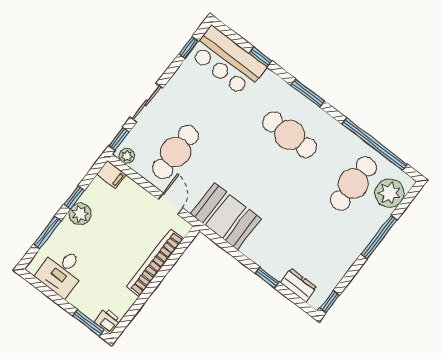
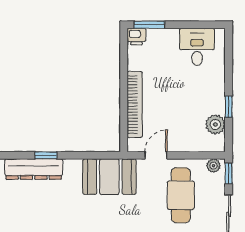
filing cabinet: (111, 175) -> (214, 144), removed
door: (170, 204) -> (156, 155), swing flipped
plant: (80, 214) -> (215, 124), moved
window: (47, 232) -> (229, 67), removed
dresser: (298, 285) -> (34, 169), width x1.96, depth x1.24

